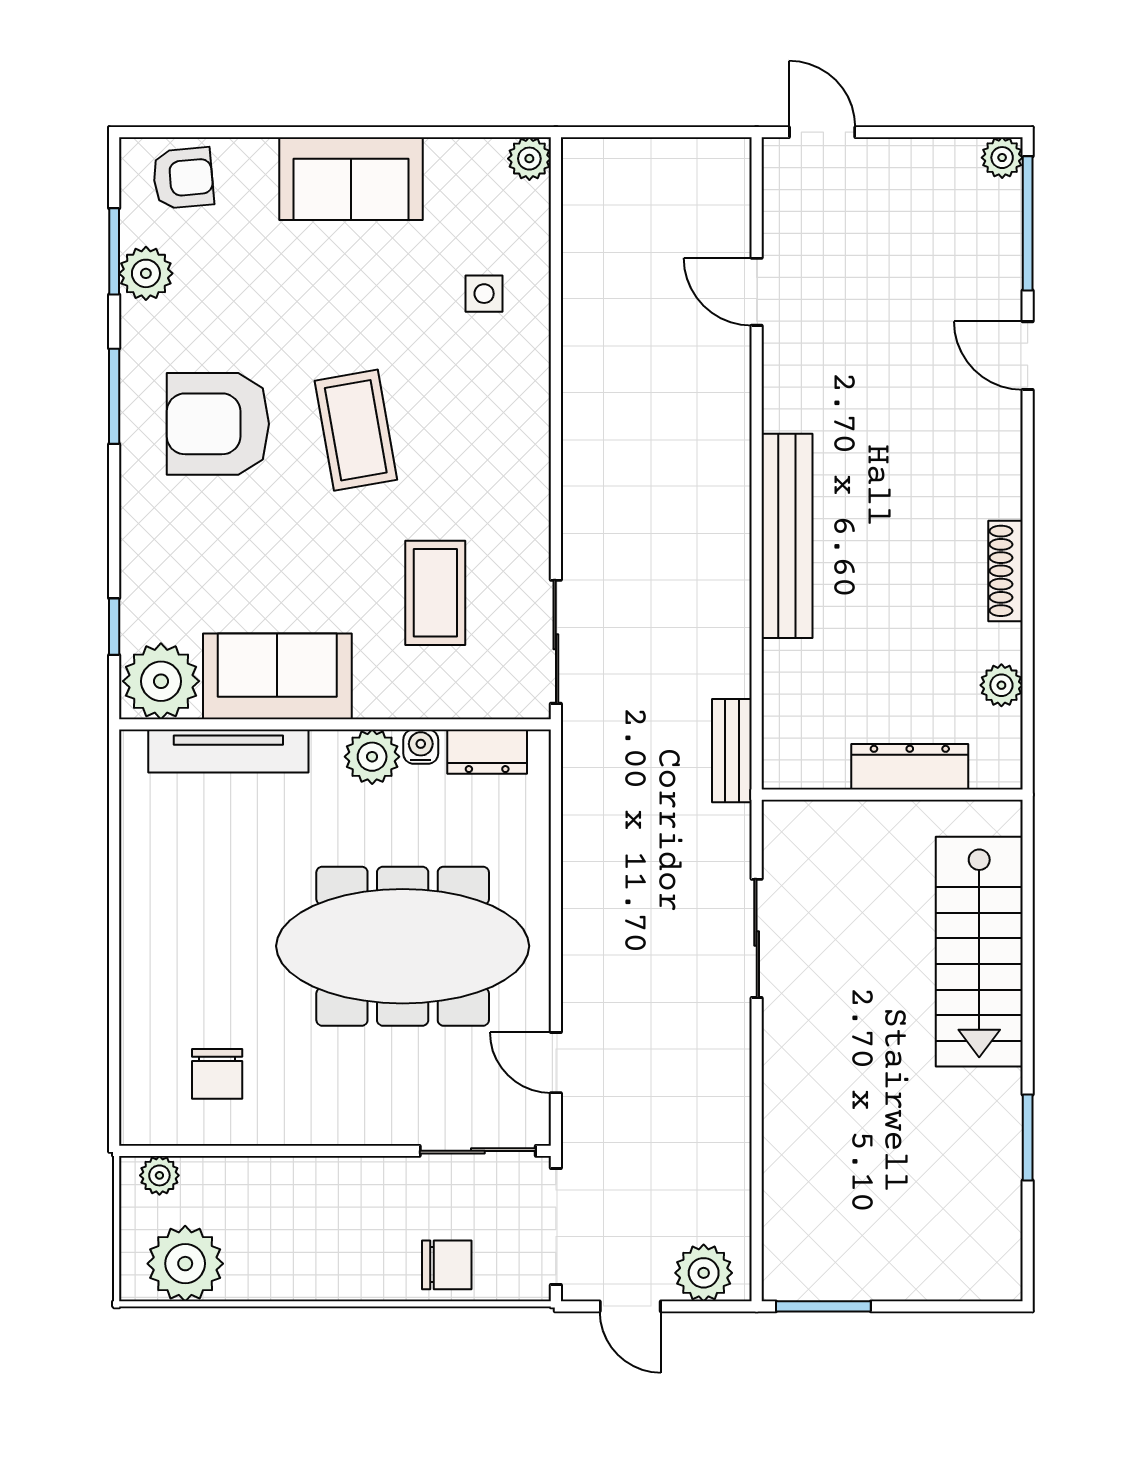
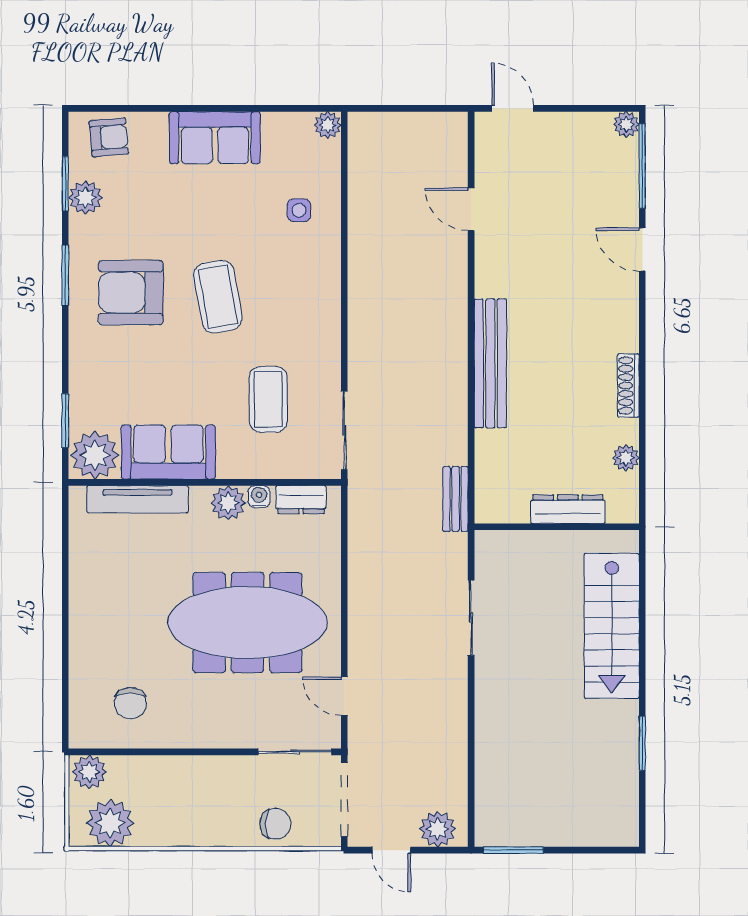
window: (114, 627) -> (65, 421), width x1.50
plant: (159, 1175) -> (89, 772), width x1.38, depth x1.38

